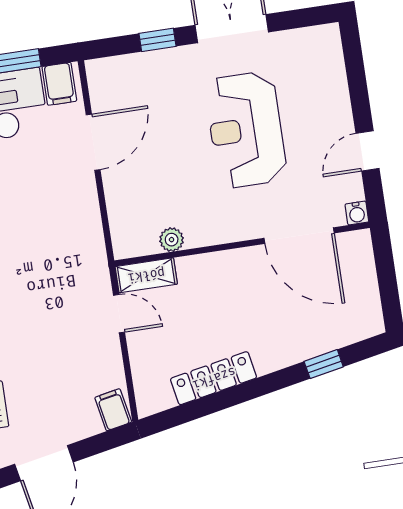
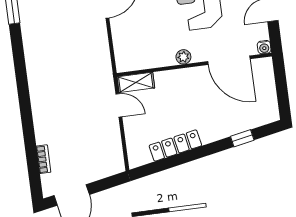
plant: (172, 240) -> (183, 57), moved
filing cabinet: (113, 410) -> (114, 163), removed

